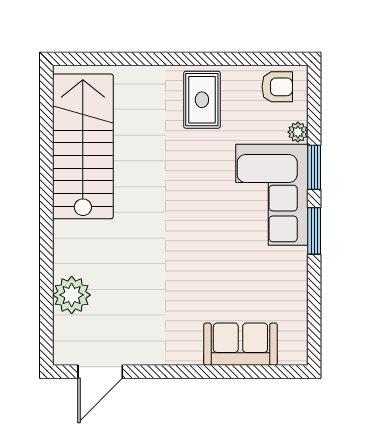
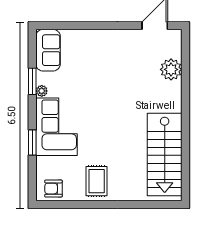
plant: (298, 132) -> (42, 91), moved
window: (314, 231) -> (32, 81), moved
sofa: (240, 344) -> (48, 50), moved, turned -90

